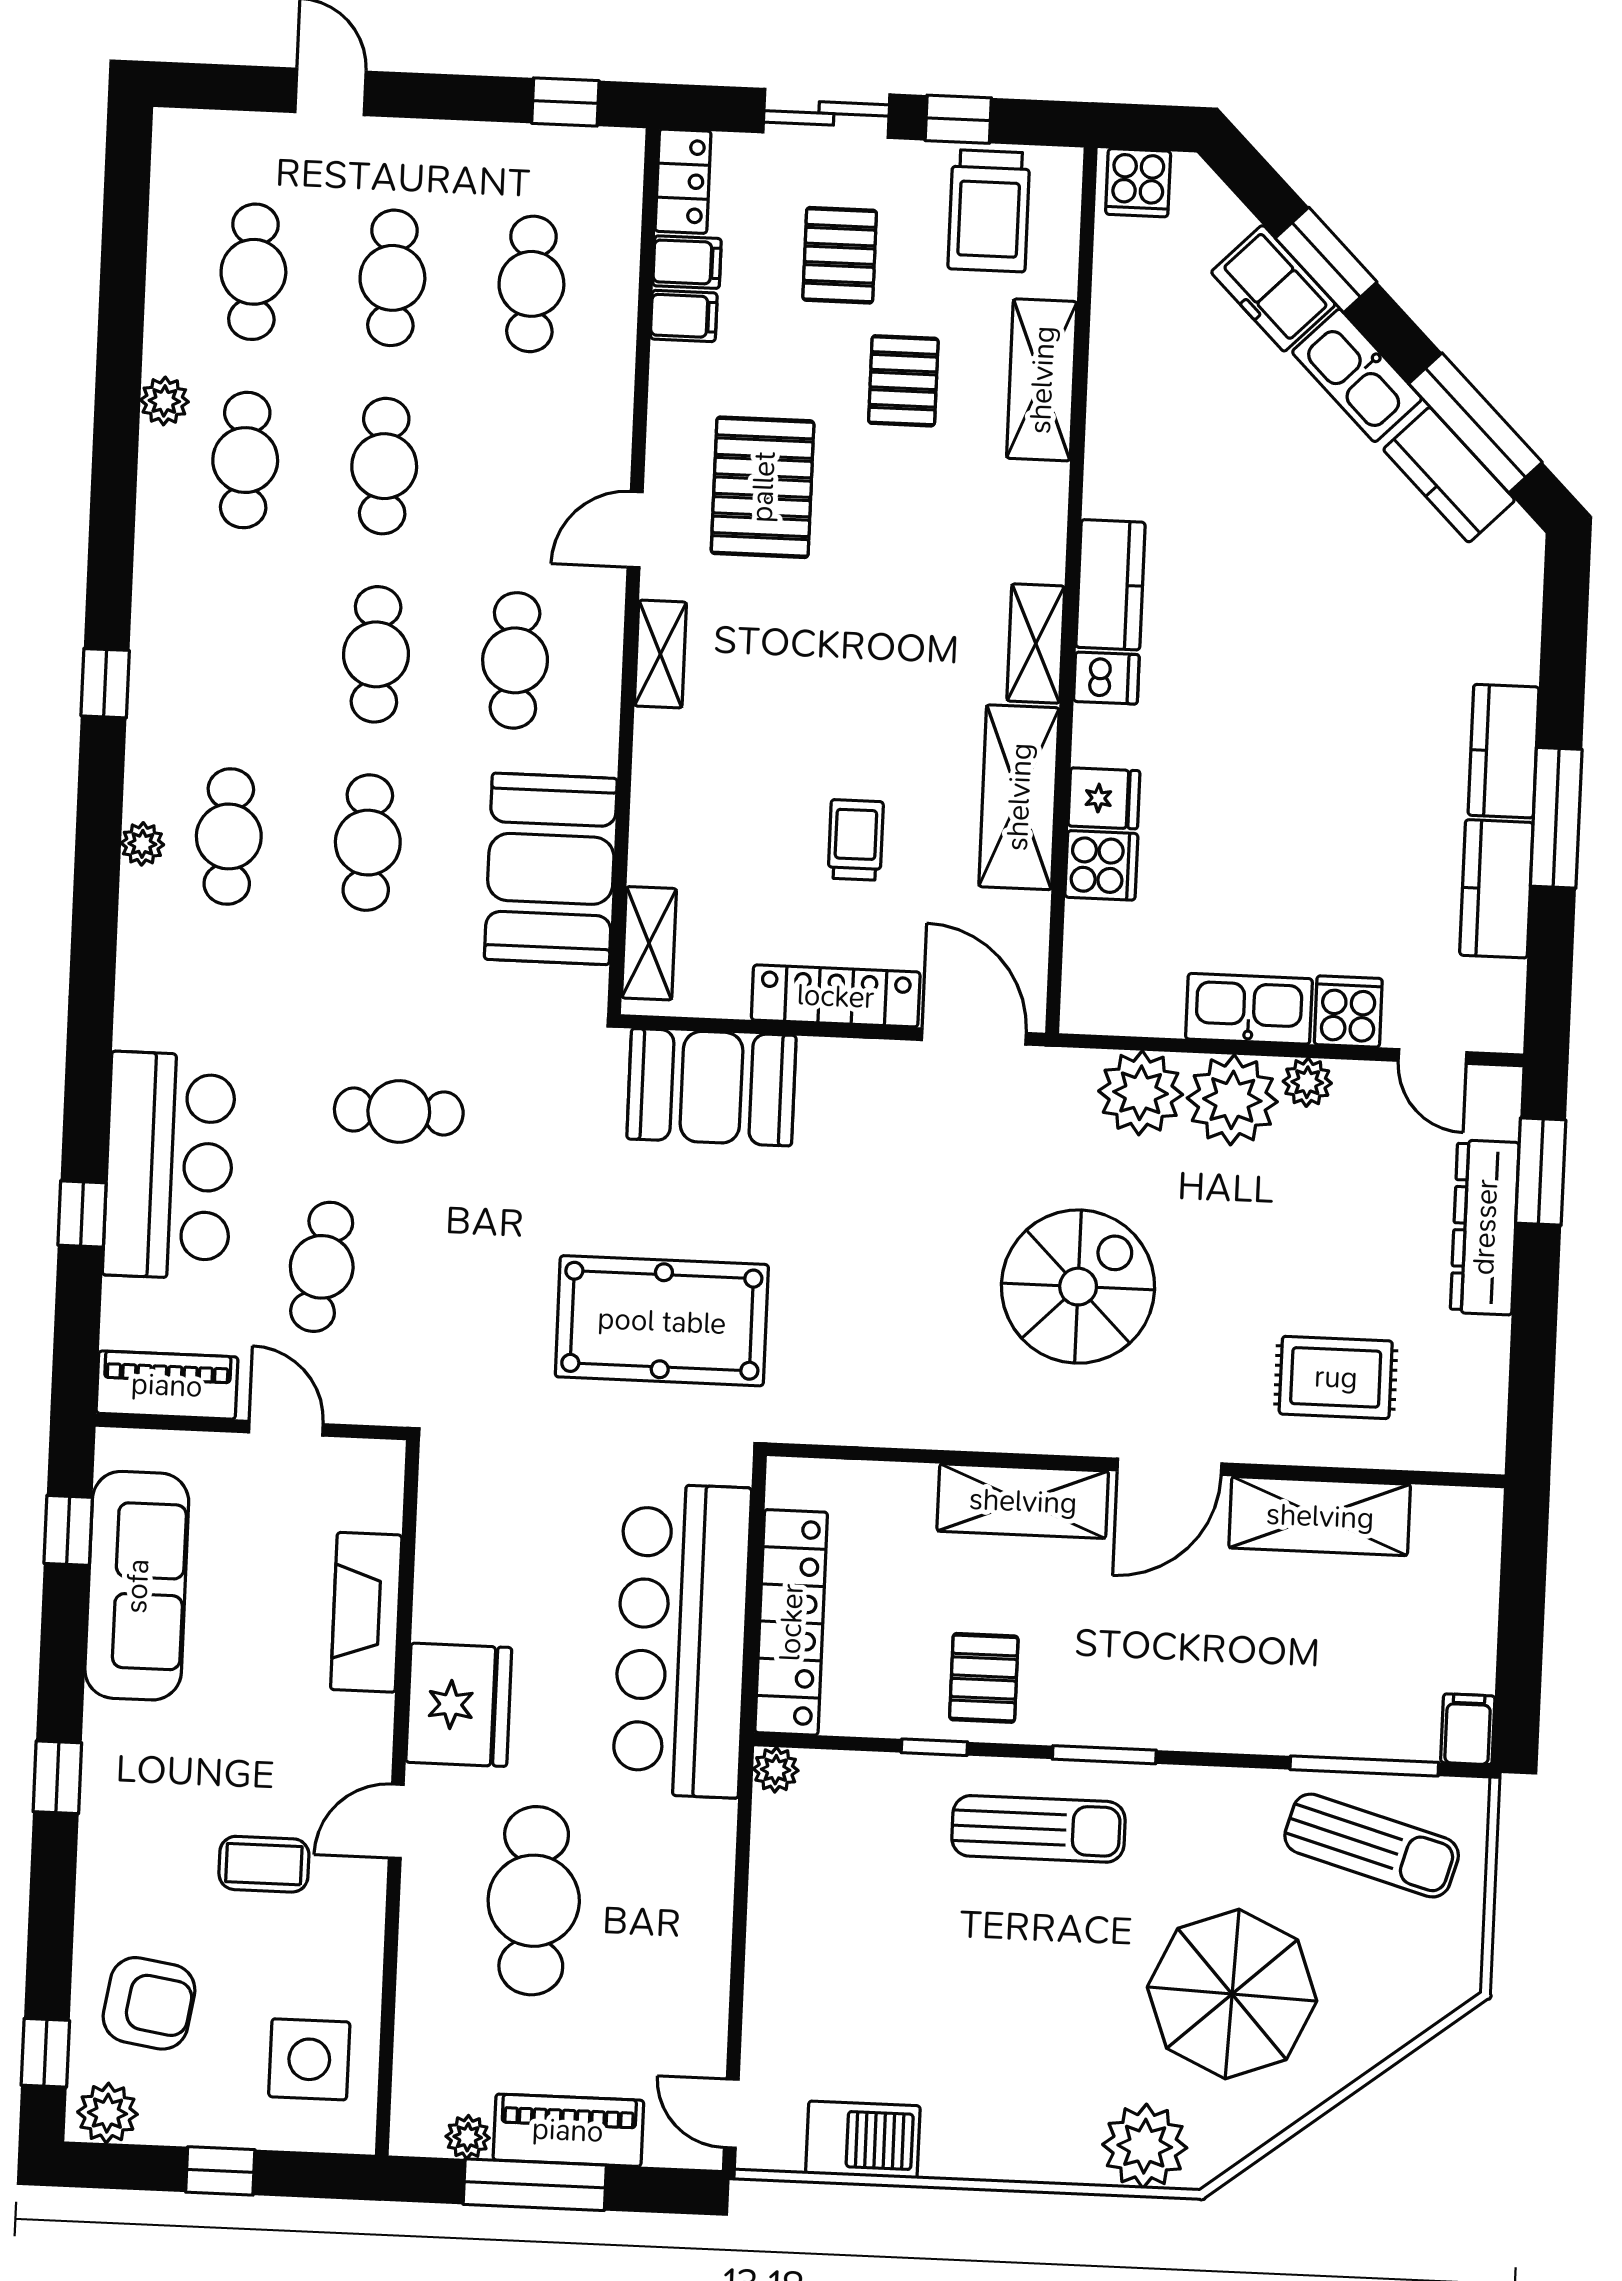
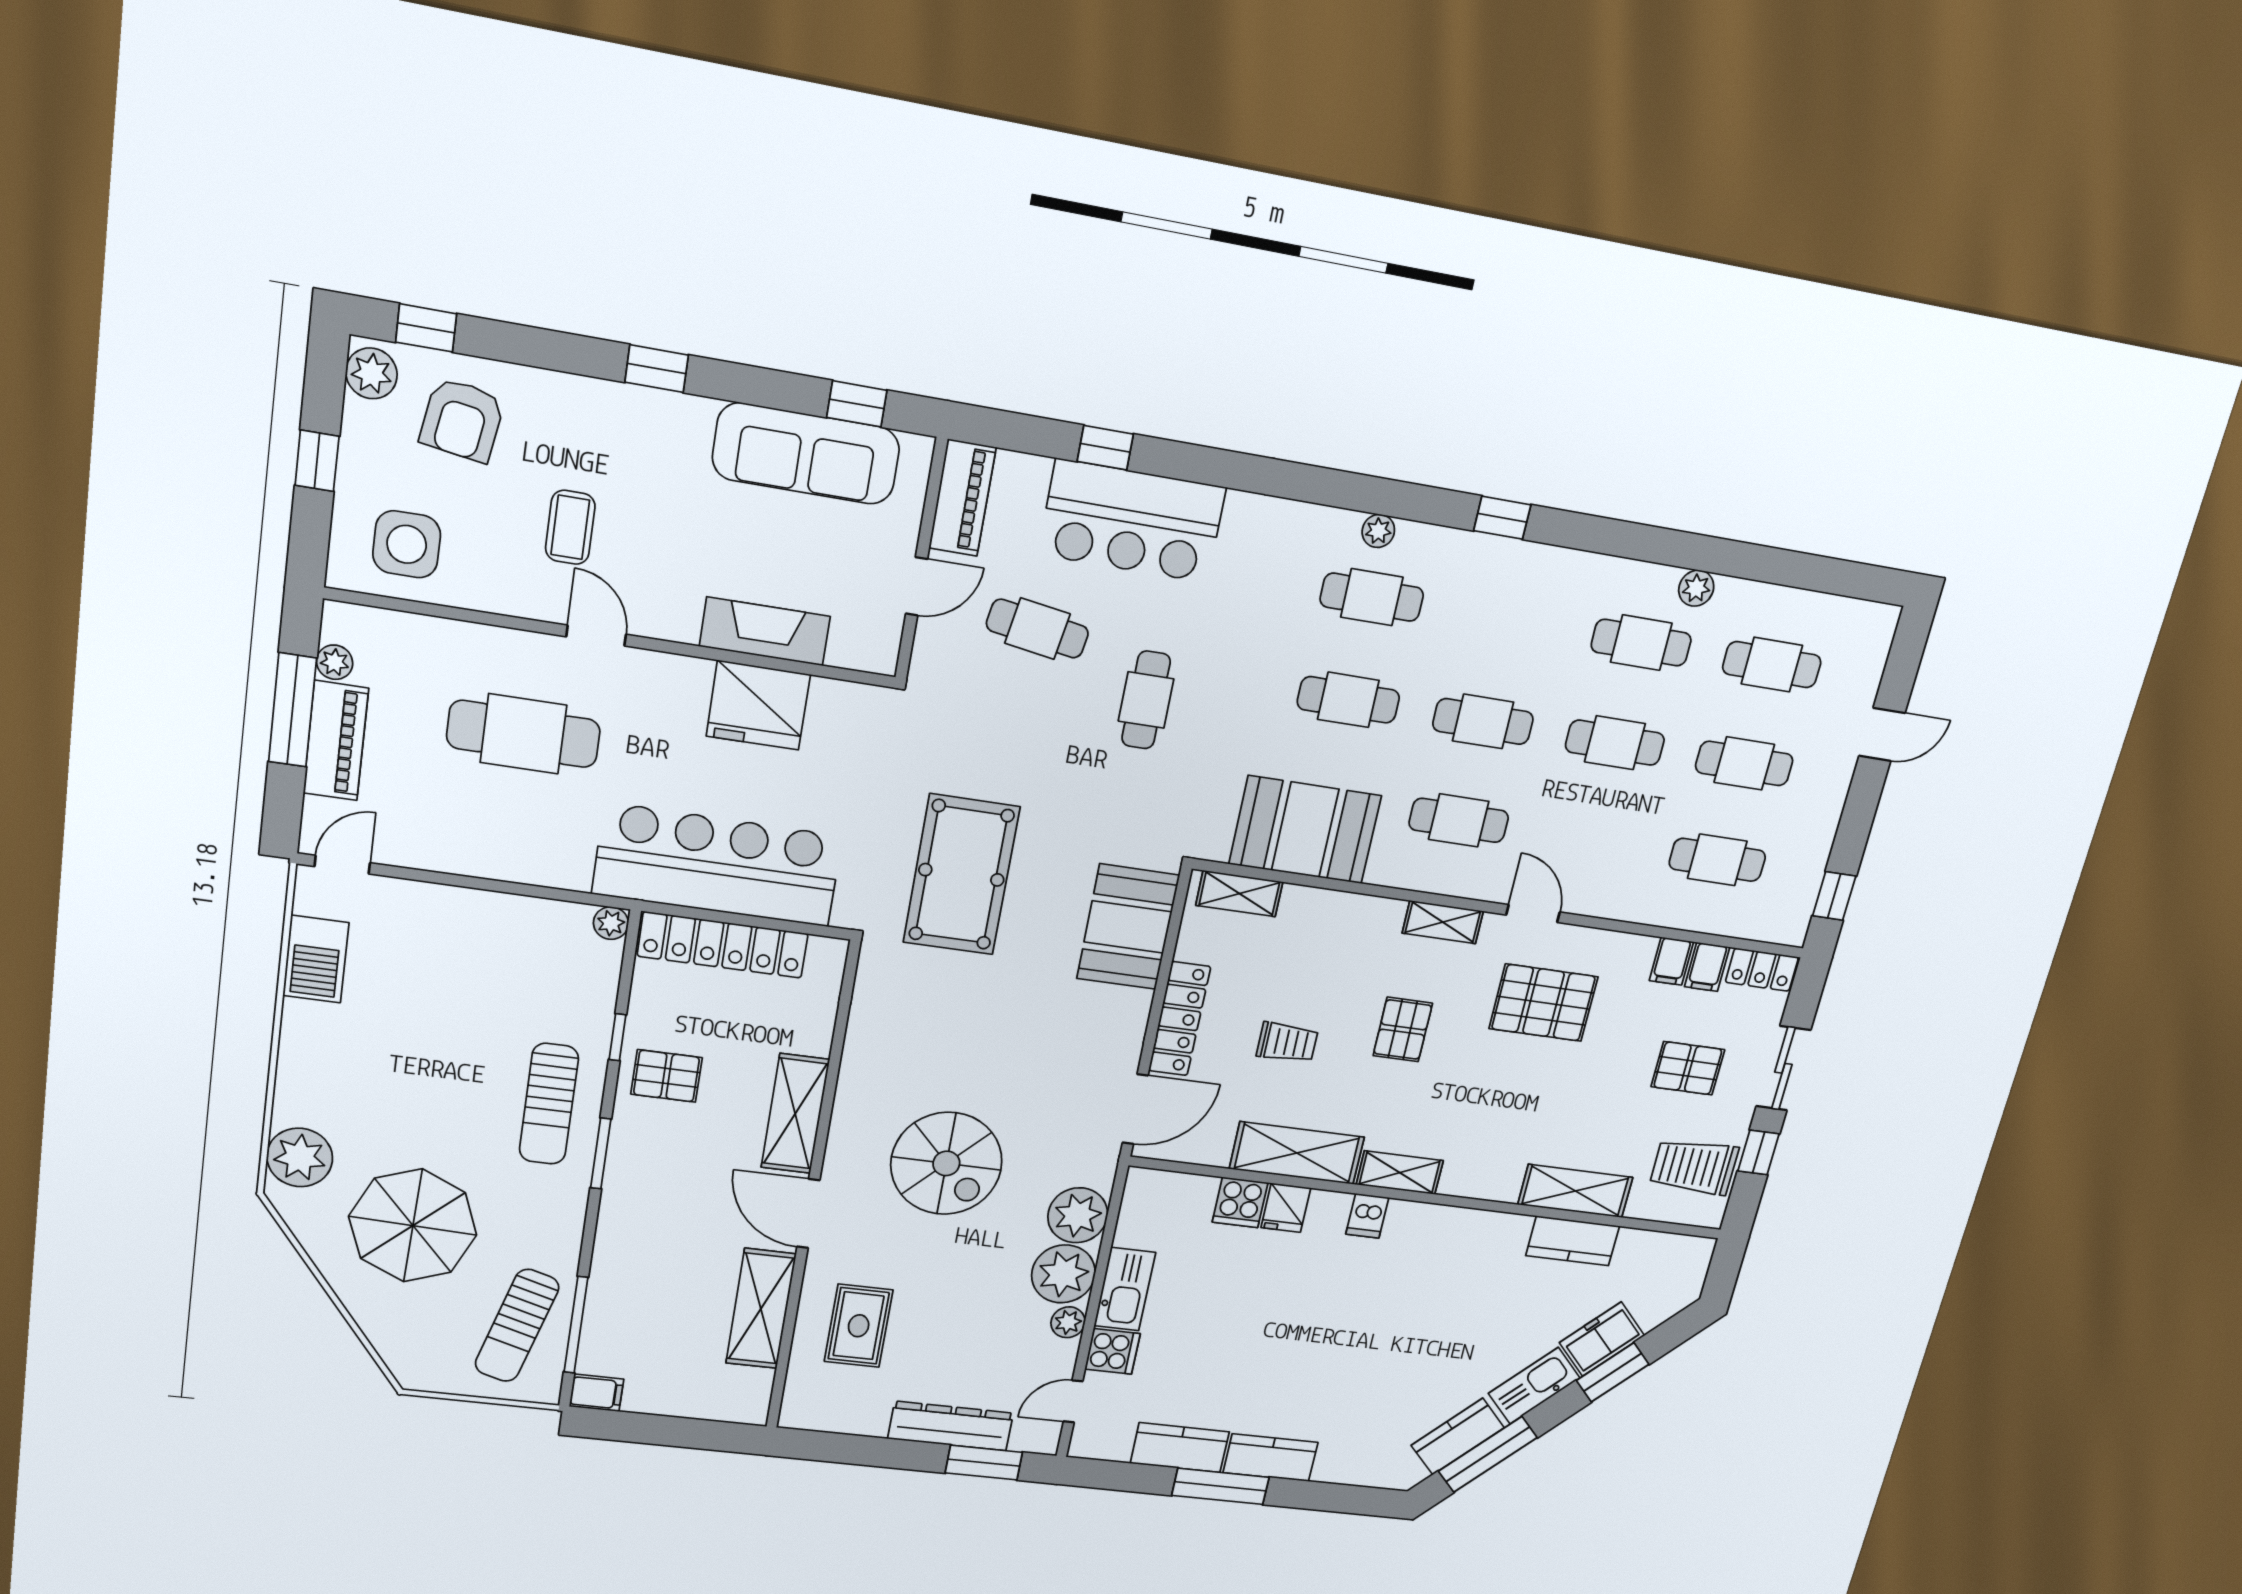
cooker: (1138, 183) -> (1690, 1262), removed
pallet: (903, 381) -> (1403, 1030), moved, turned 90
kitchen counter: (1110, 585) -> (1573, 1241), moved
fridge: (459, 1705) -> (758, 705), moved

